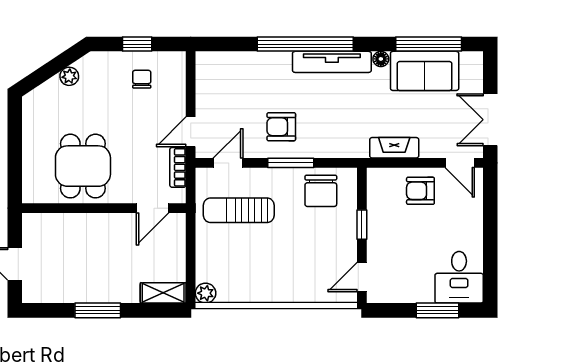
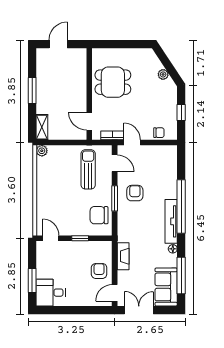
sofa: (425, 71) -> (166, 287), moved
chair: (142, 79) -> (159, 133), moved

